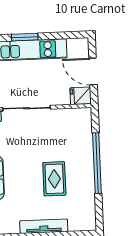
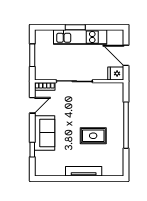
rug: (54, 179) -> (93, 136), turned 90

